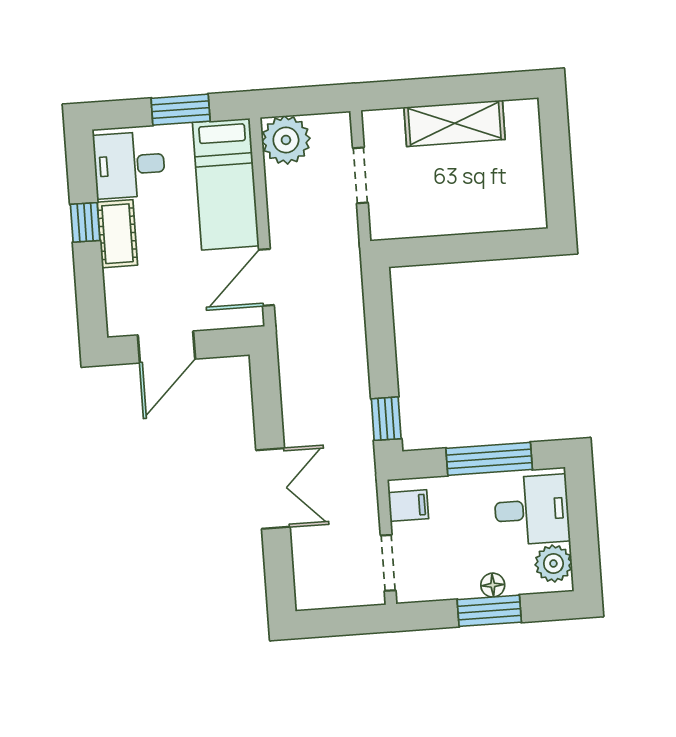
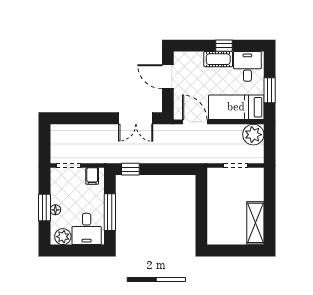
shelving: (455, 123) -> (255, 223), moved
double door: (273, 489) -> (136, 118), moved

